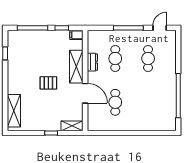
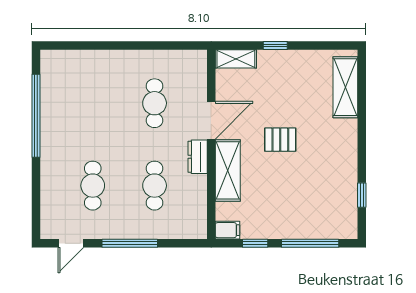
dresser: (92, 62) -> (198, 157), moved
door: (85, 93) -> (211, 120), swing flipped

